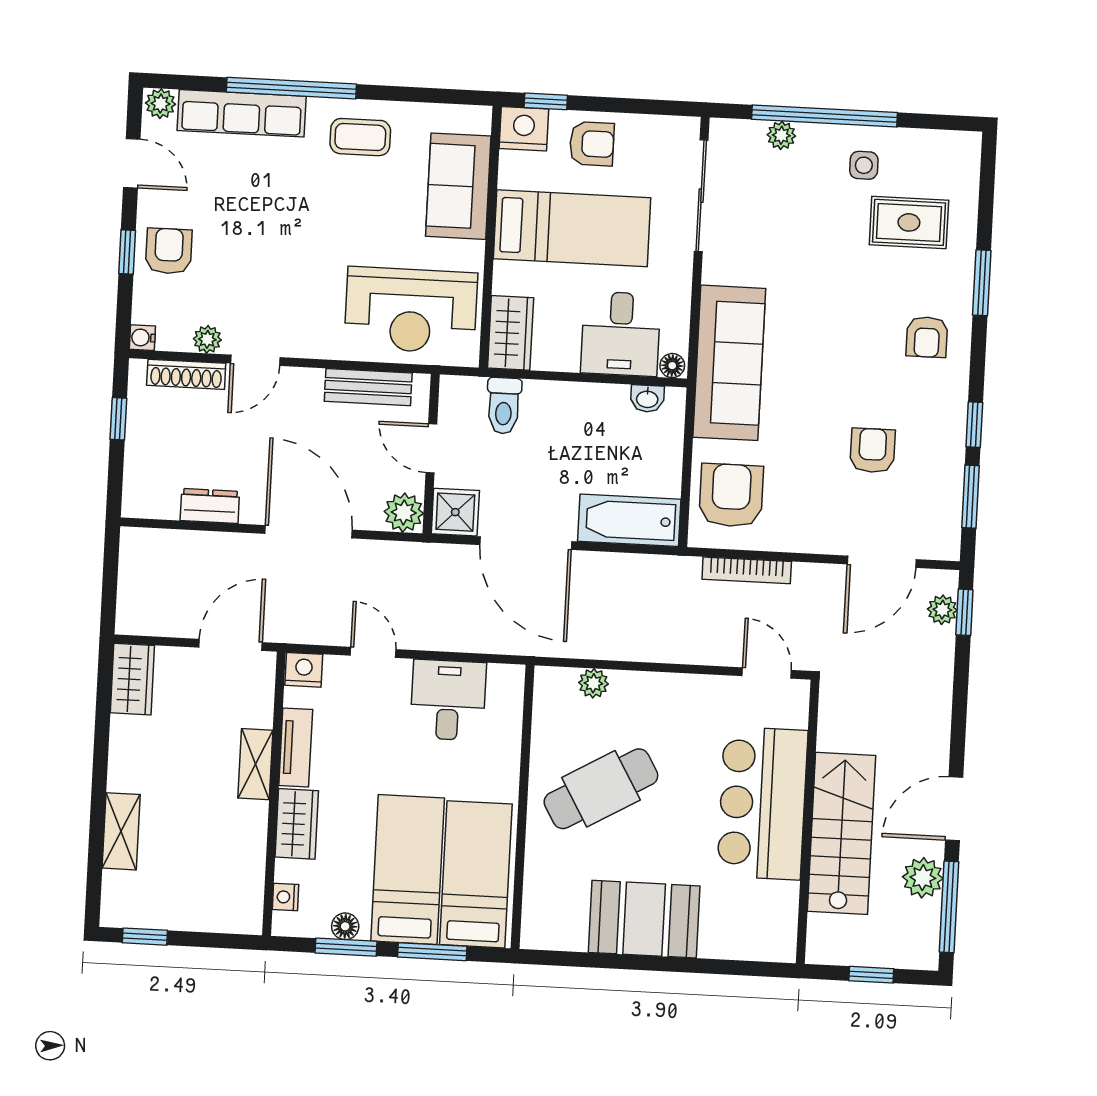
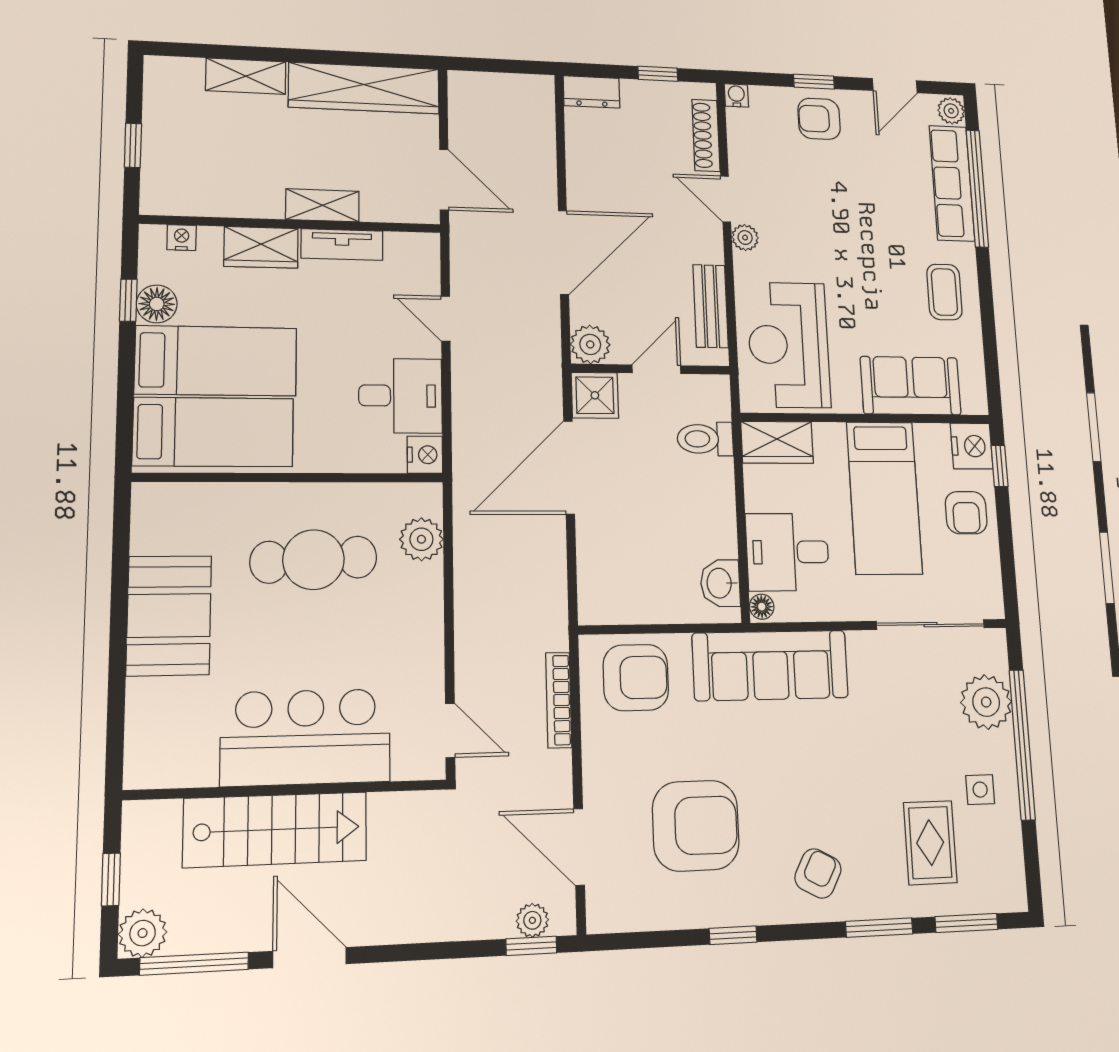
window: (291, 88) -> (977, 188), moved
plant: (781, 135) -> (986, 702), width x1.88, depth x1.88
armchair: (169, 251) -> (819, 119), turned 180
armchair: (927, 337) -> (818, 873), turned 118
plant: (207, 339) -> (745, 238), moved
washbasin: (647, 399) -> (720, 583), width x1.38, depth x1.45
armchair: (873, 450) -> (696, 826), width x1.88, depth x1.88
window: (971, 497) -> (966, 923), moved
dresser: (210, 506) -> (592, 92), moved, turned 90
bathtub: (629, 520) -> (601, 572), removed
door: (373, 652) -> (446, 319), swing flipped
nightstand: (304, 670) -> (425, 455), moved
door: (767, 673) -> (450, 730), hinge flipped
wardrobe: (132, 679) -> (364, 88), width x2.10, depth x1.17
plant: (593, 683) -> (421, 539), width x1.38, depth x1.38
cafe table: (601, 789) -> (314, 560), turned -63
plant: (923, 878) -> (143, 933), moved
floor lamp: (345, 926) -> (157, 304), width x1.37, depth x1.37
window: (145, 937) -> (133, 145), moved
window: (346, 947) -> (128, 300), width x0.67
window: (432, 952) -> (126, 390), removed

